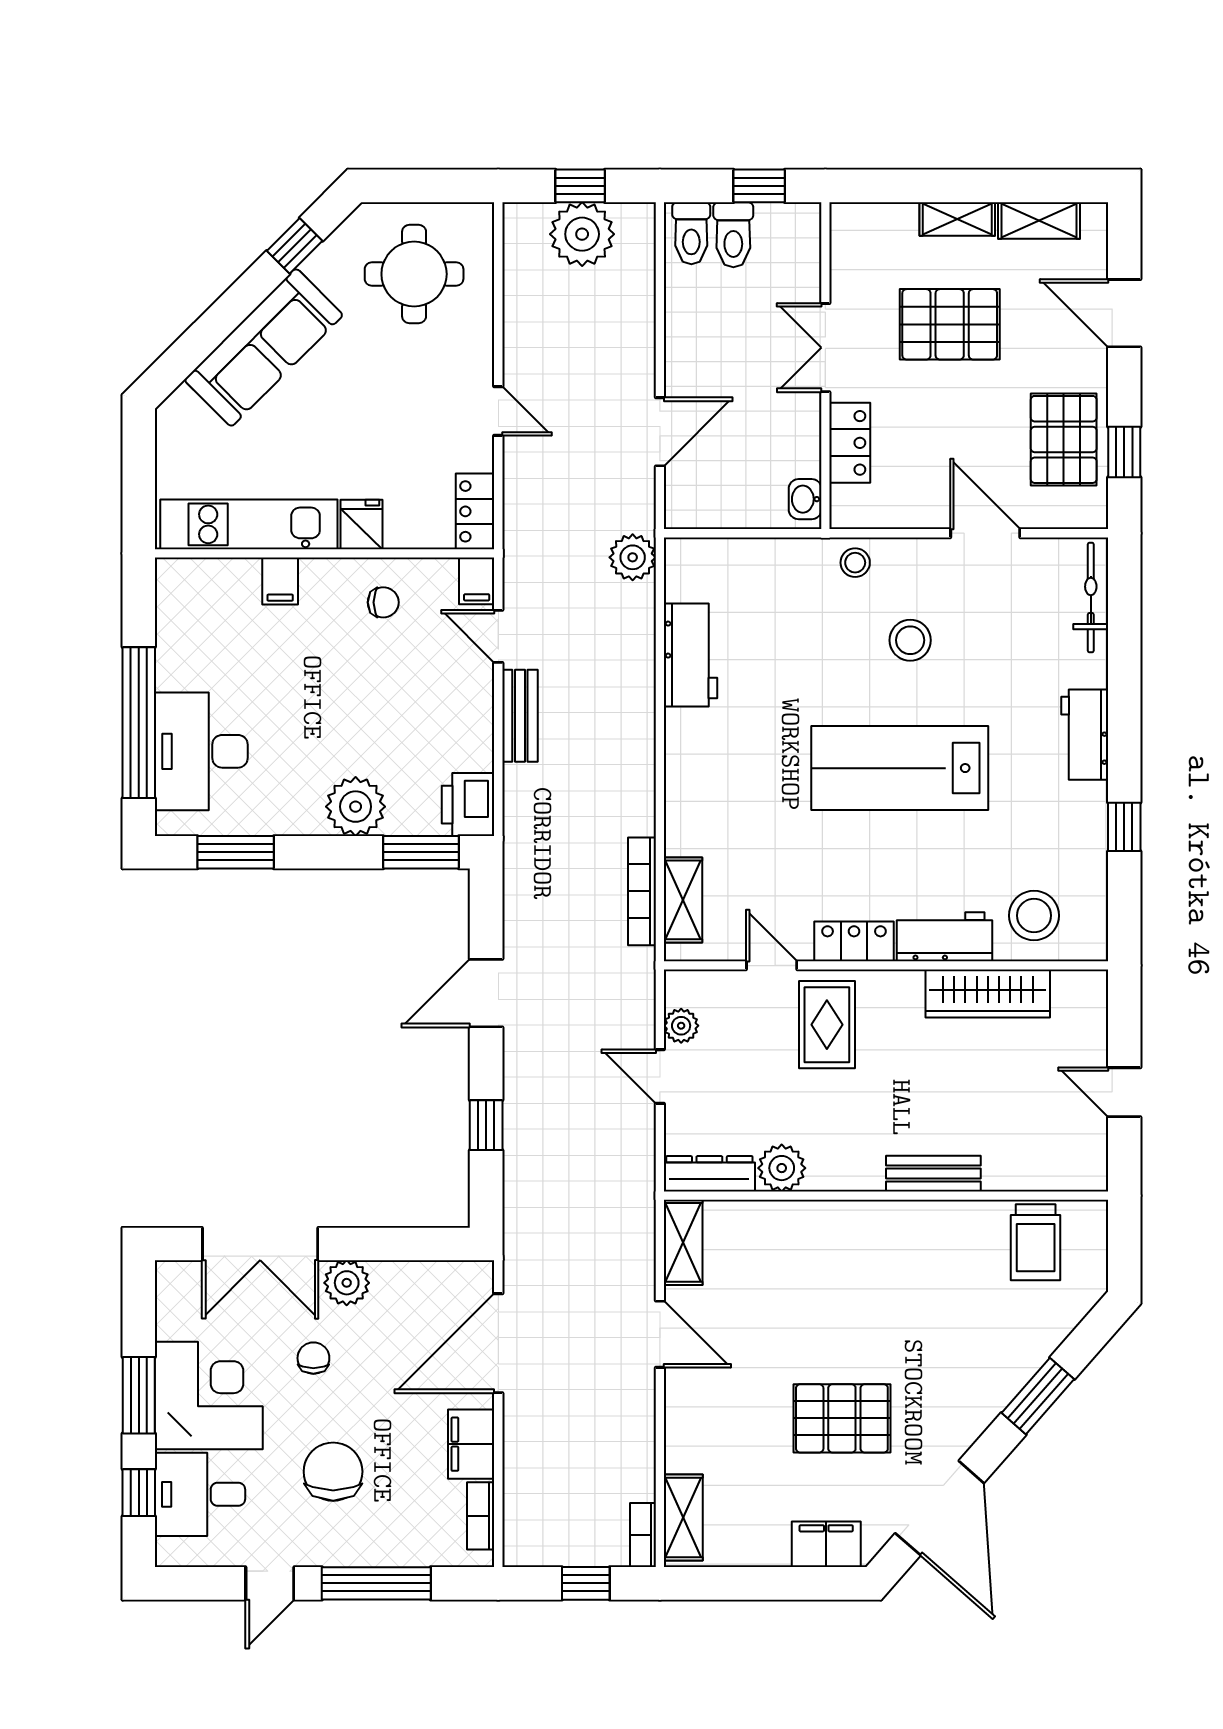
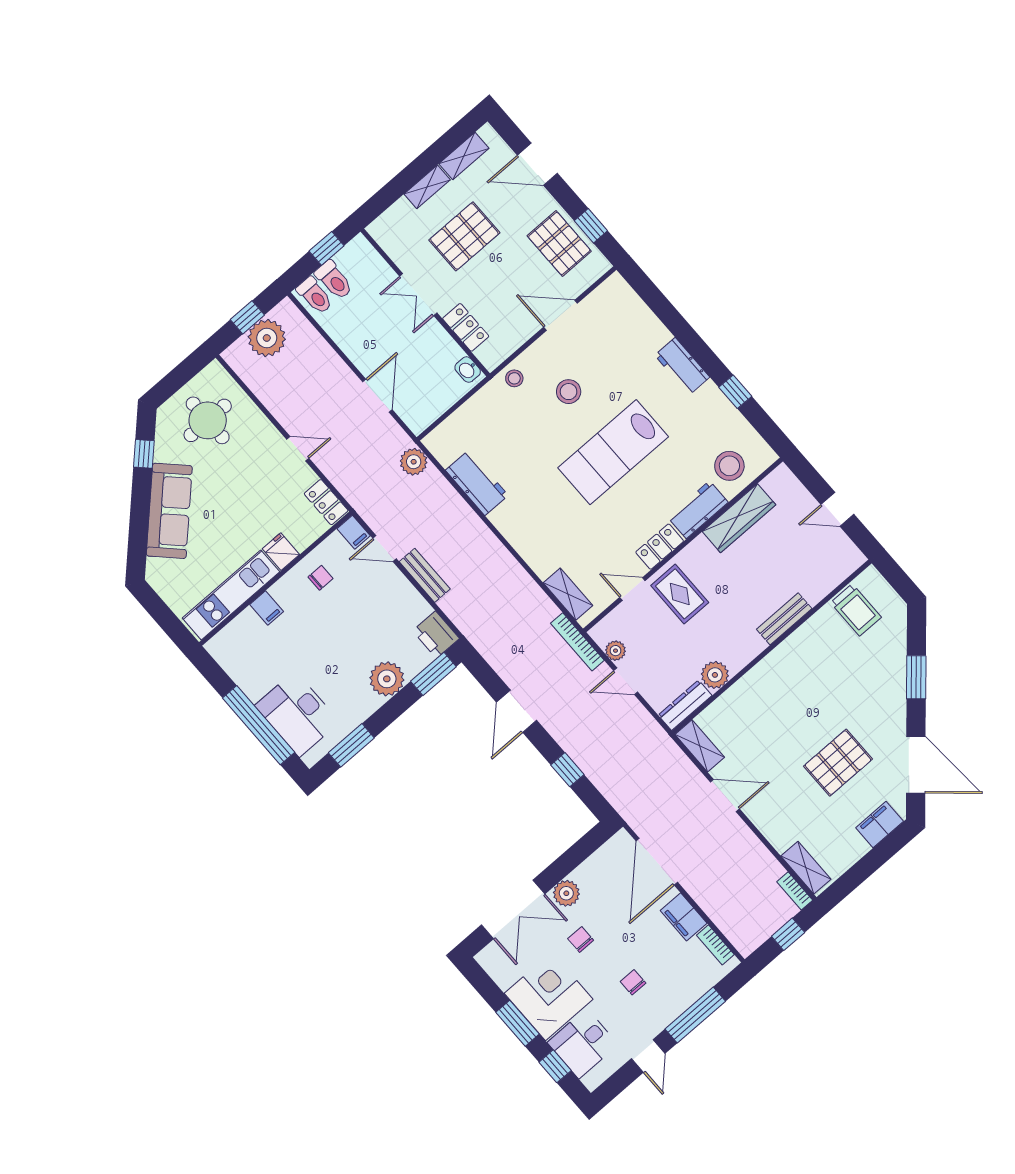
bicycle: (1091, 597) -> (632, 303), removed
bookcase: (642, 891) -> (577, 642), moved
chair: (333, 1472) -> (633, 982), width x0.54, depth x0.54

